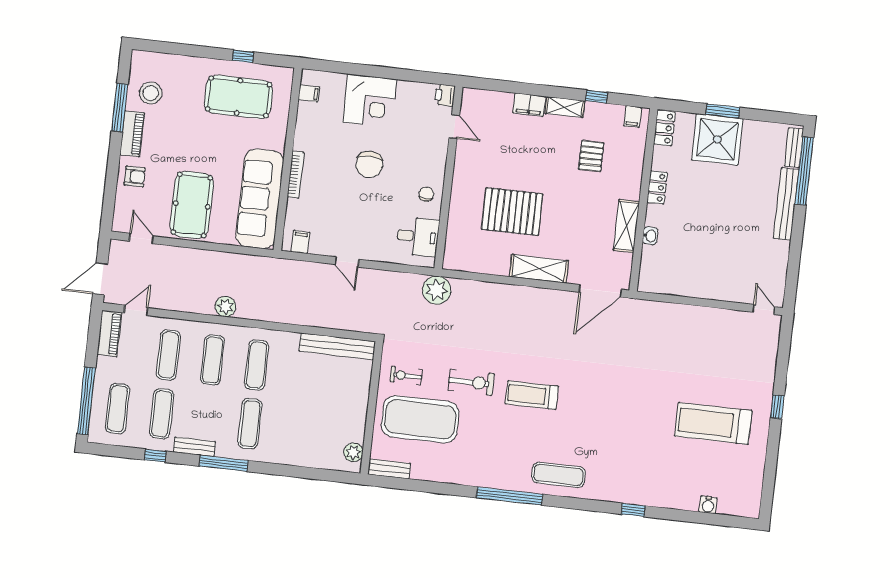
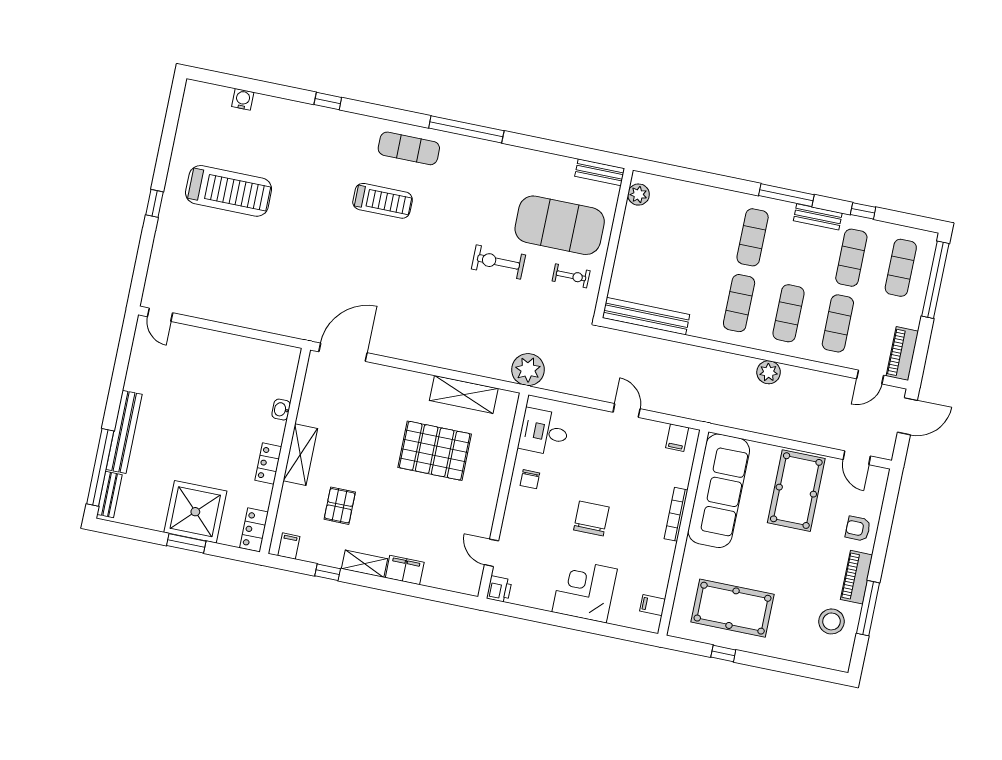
shelving: (626, 226) -> (300, 455), moved
shelving: (539, 269) -> (464, 394), moved
treadmill: (532, 395) -> (383, 201), moved

